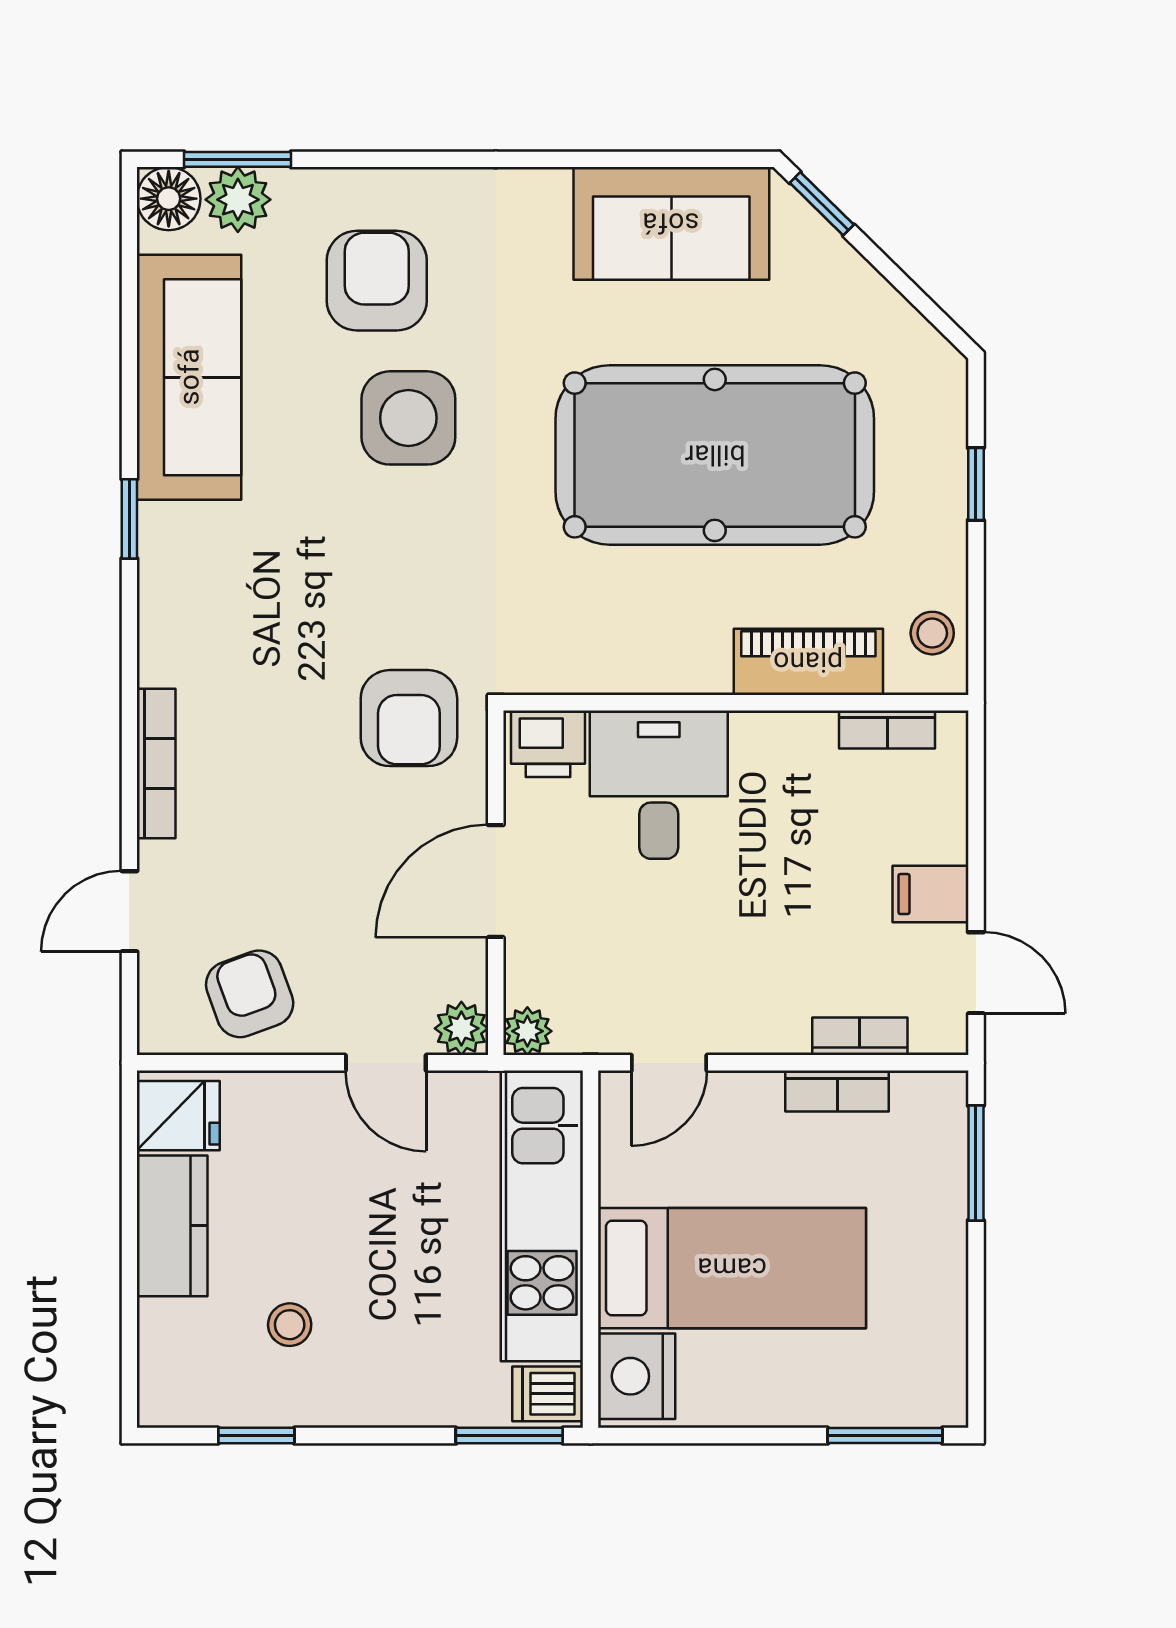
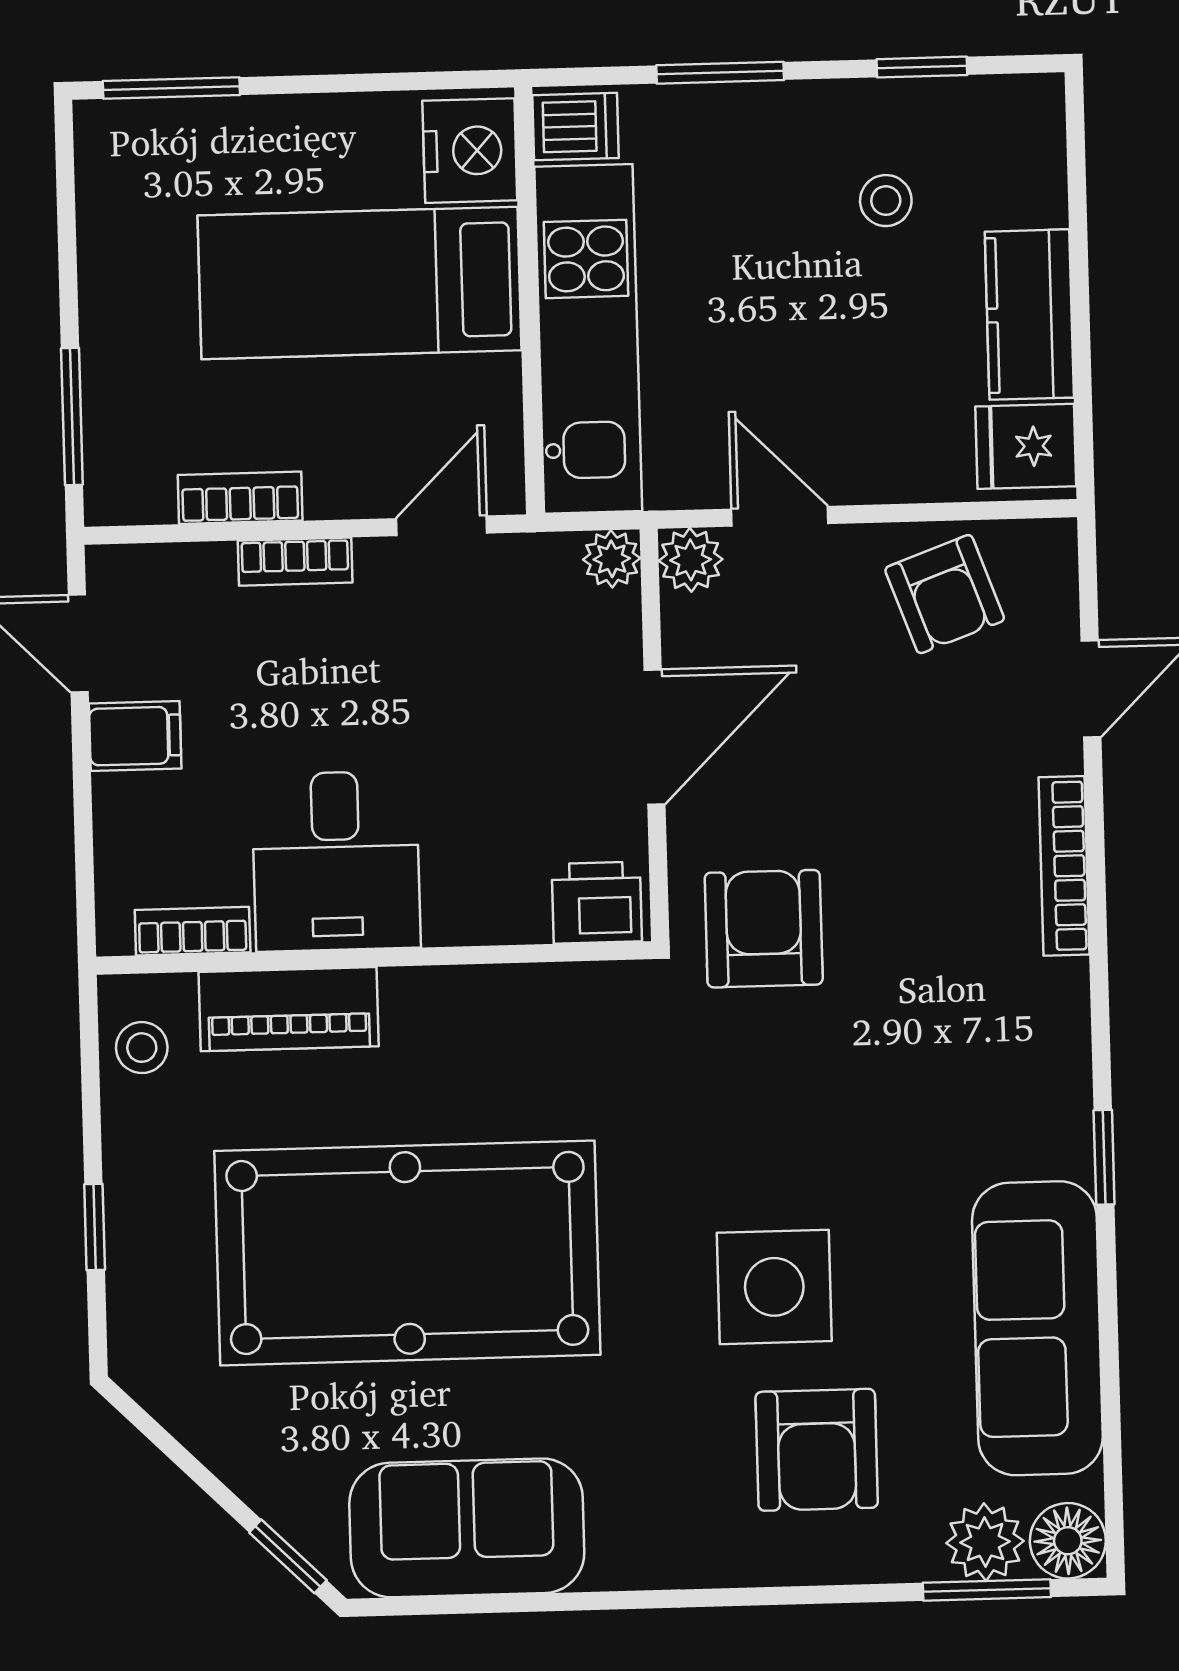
desk: (659, 785) -> (336, 861), moved
bookcase: (860, 1036) -> (295, 562), moved
window: (509, 1436) -> (720, 73), moved

